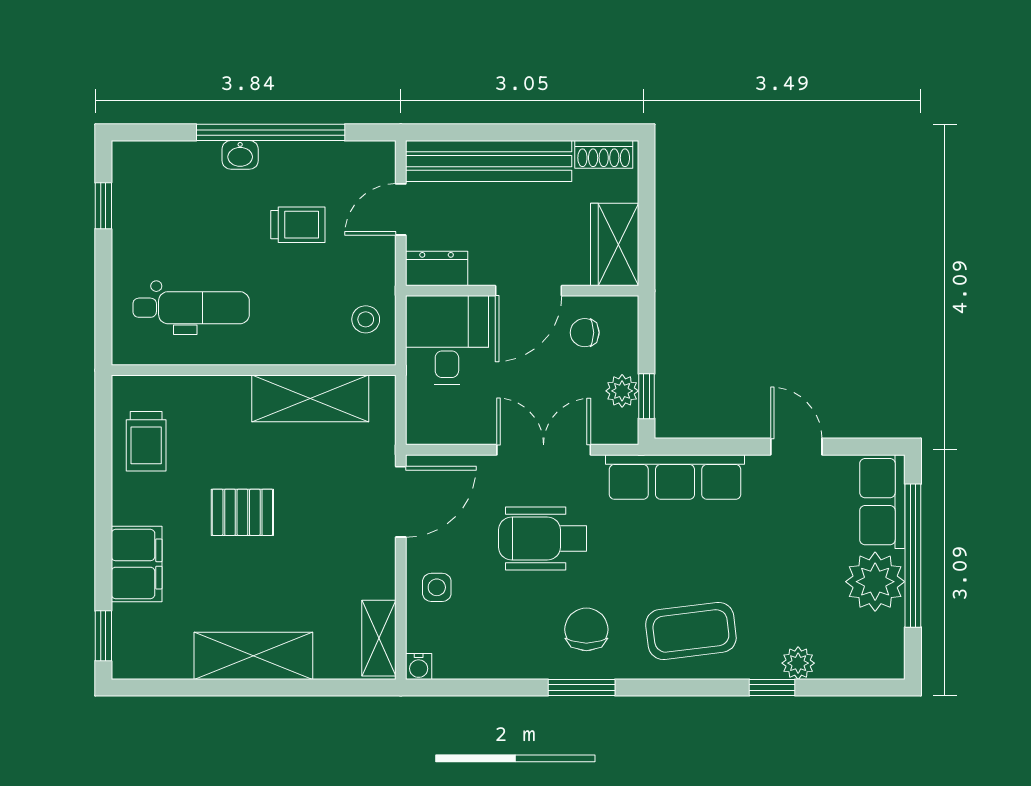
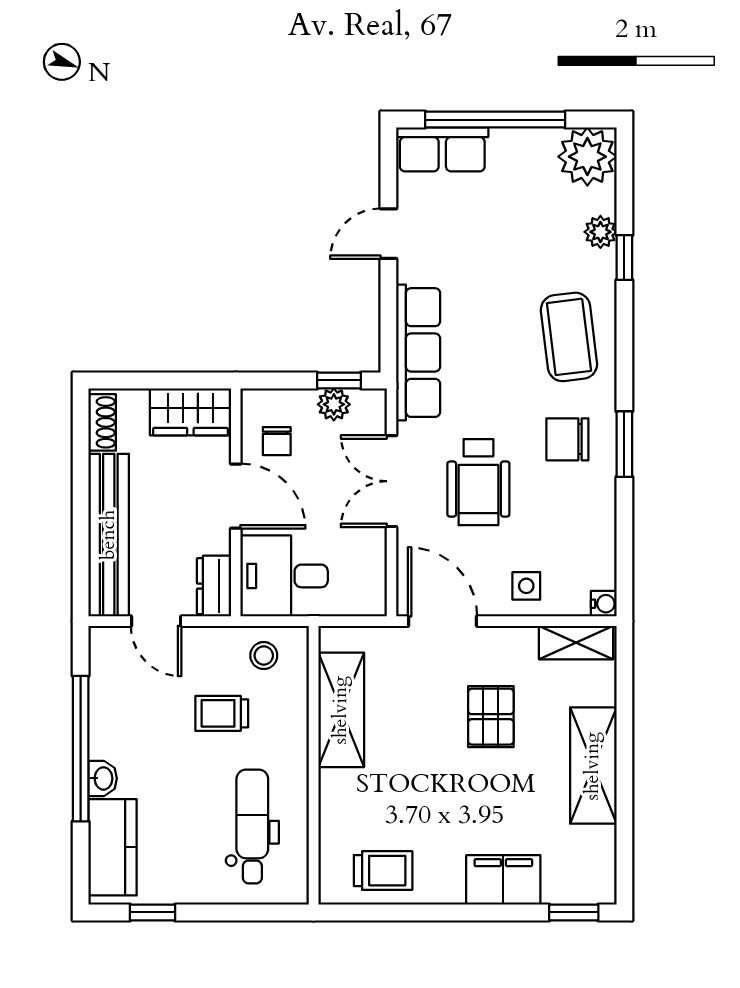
kitchen counter: (170, 165) -> (113, 847), added
trolley: (298, 225) -> (222, 713), moved, turned -90
pallet: (242, 512) -> (491, 717), moved
plant: (875, 582) -> (587, 157), moved

